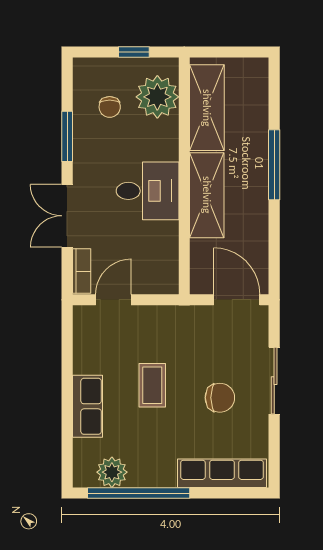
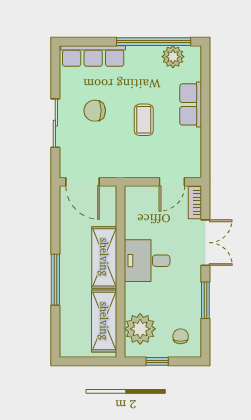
chair: (110, 107) -> (181, 336), moved

